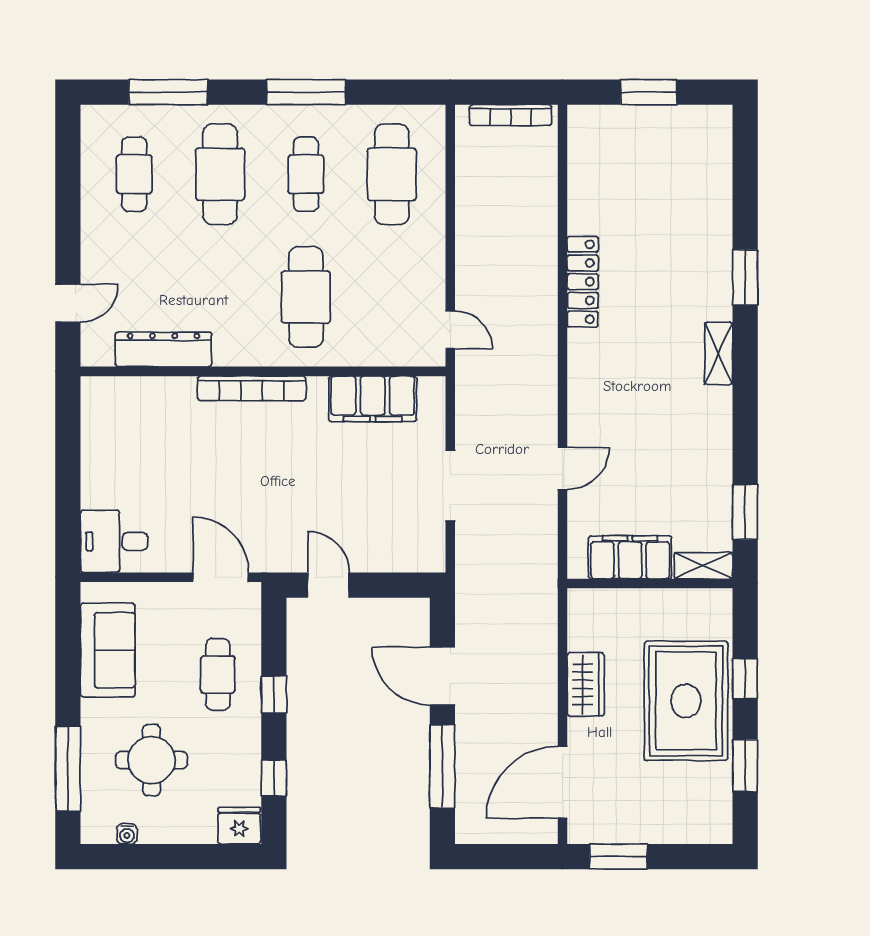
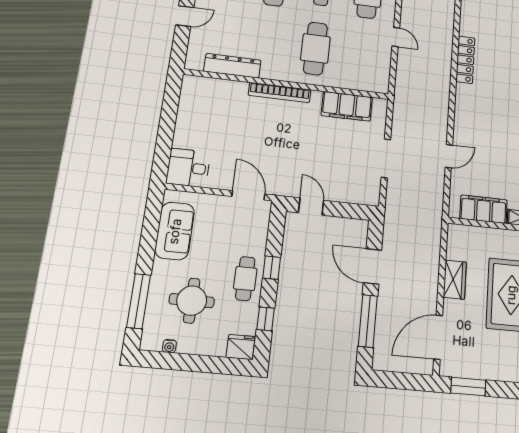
door: (68, 303) -> (185, 16), moved
door: (450, 330) -> (396, 37), moved
cafe table: (218, 674) -> (245, 279), moved

